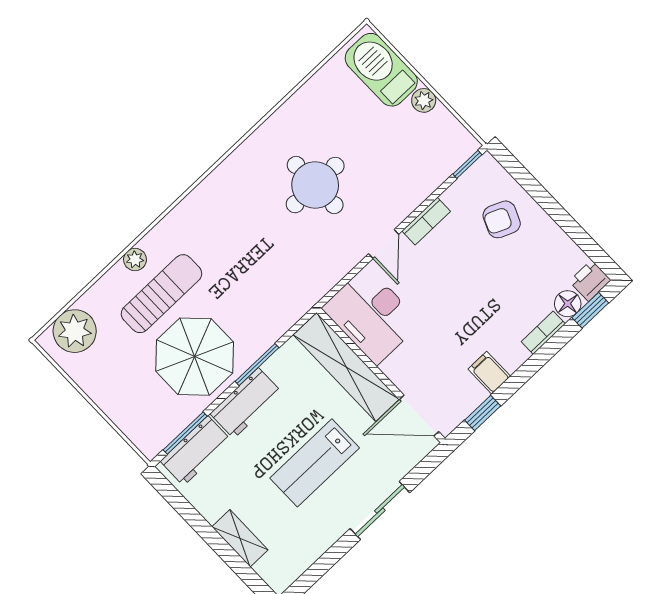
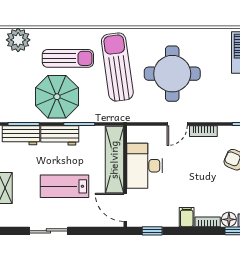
round table: (315, 185) -> (172, 74), width x1.36, depth x1.36
sun lounger: (236, 244) -> (117, 67), added
plant: (135, 260) -> (70, 34), removed
desk: (372, 315) -> (145, 166), moved
filing cabinet: (489, 373) -> (187, 217), moved
sliding door: (380, 511) -> (48, 231), moved

